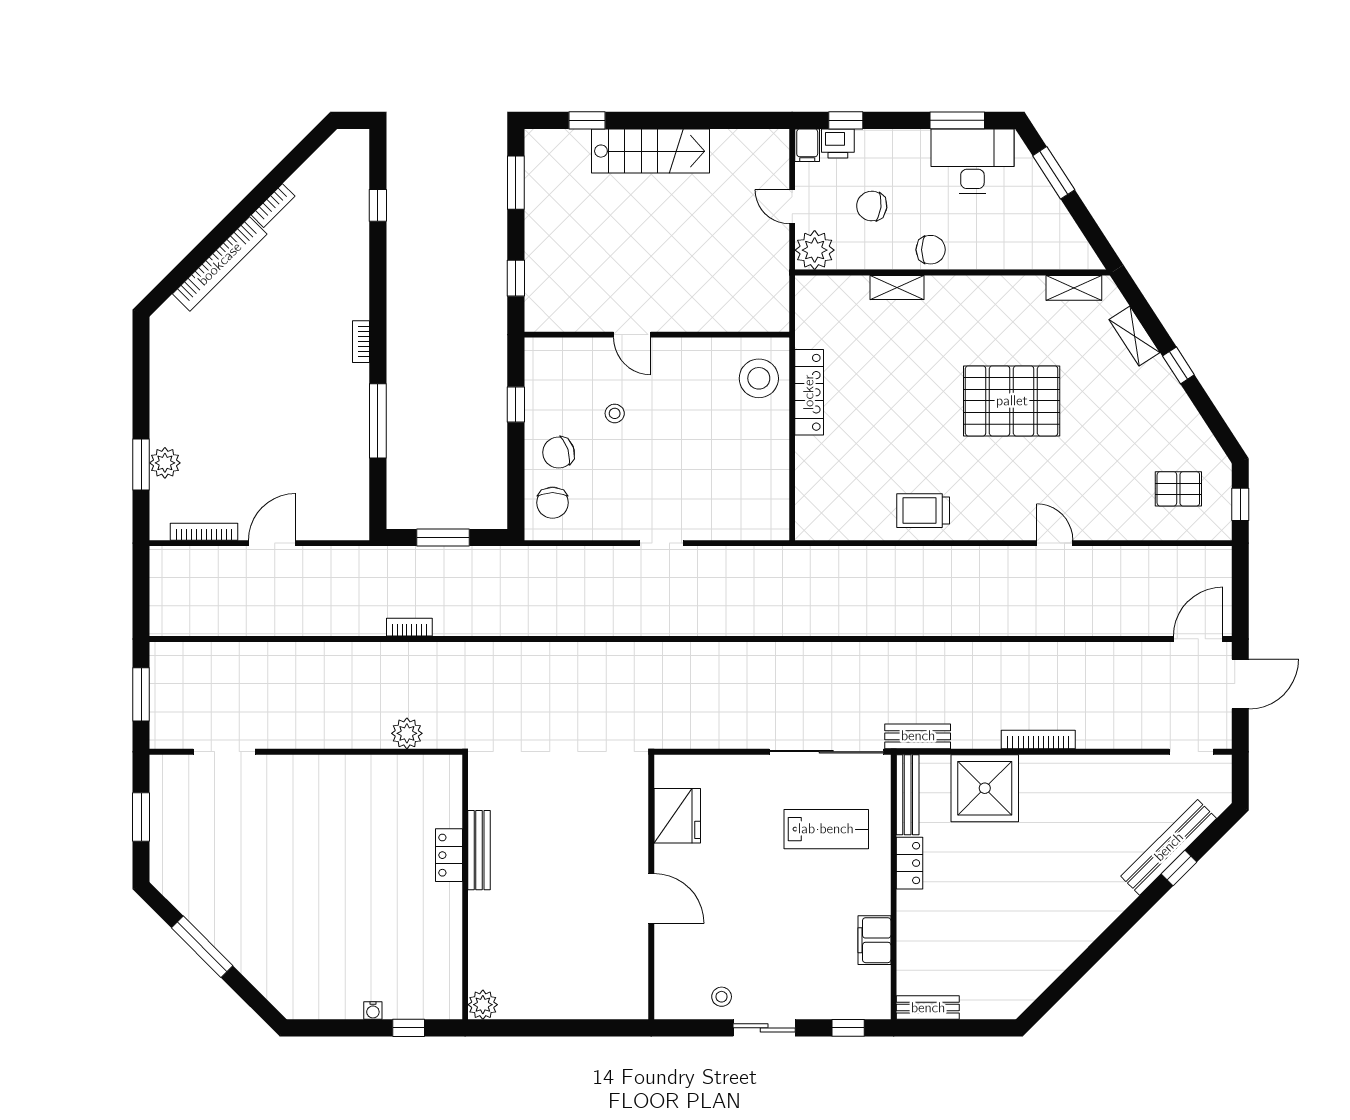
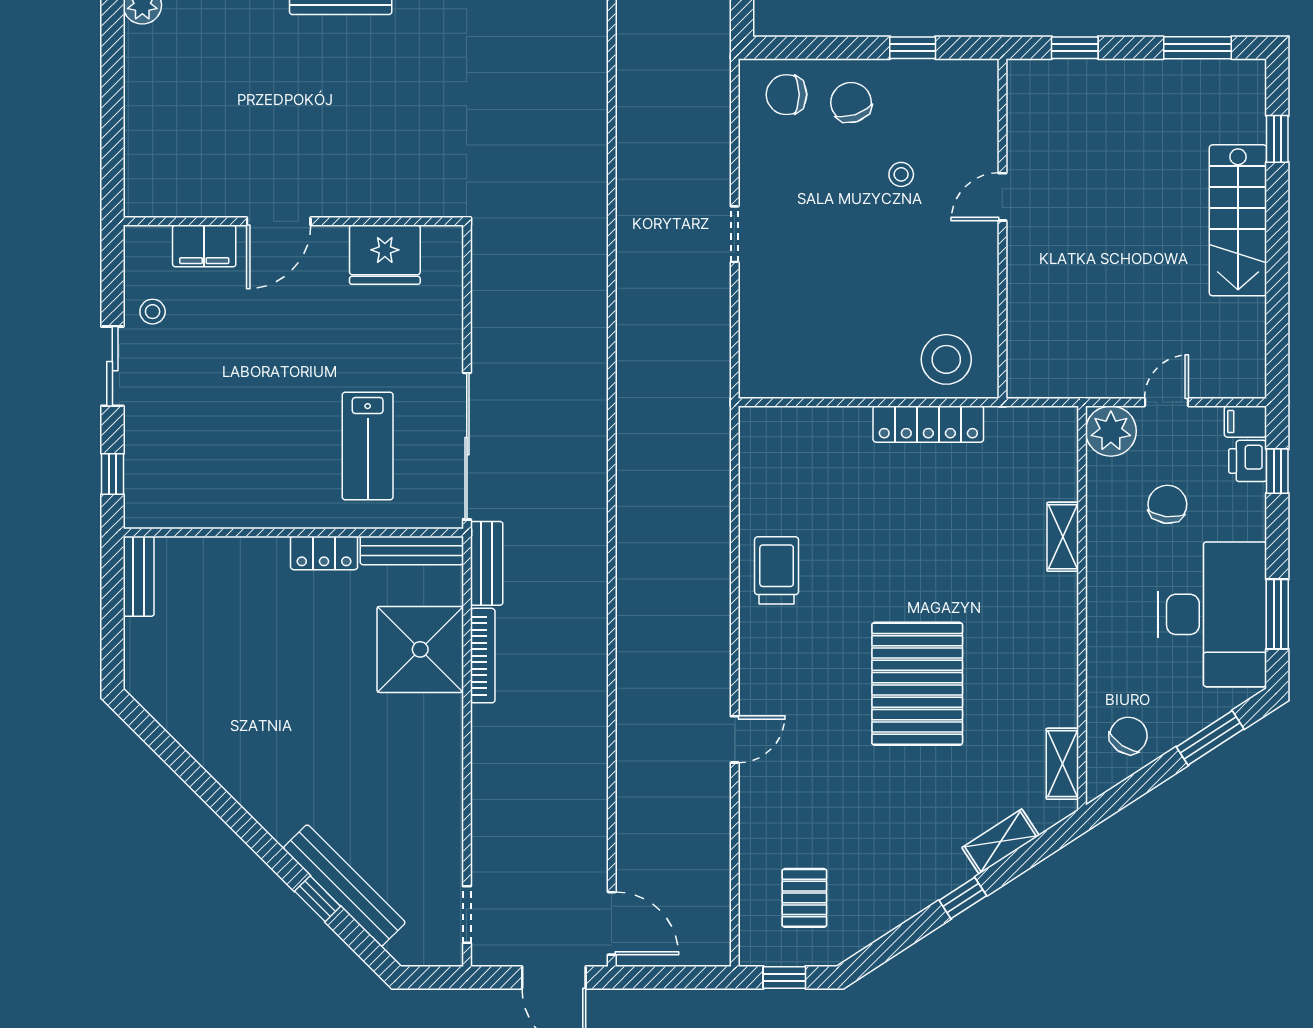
desk: (972, 161) -> (1212, 614), width x1.36, depth x1.30
chair: (931, 250) -> (1128, 736), moved, turned -146
bookcase: (1038, 739) -> (483, 656), moved
filing cabinet: (874, 940) -> (204, 246), moved, turned 180

